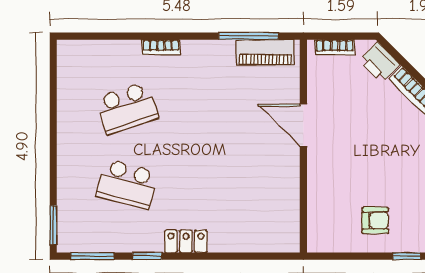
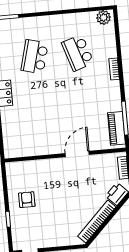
plant: (69, 57) -> (104, 17), added
armchair: (375, 220) -> (27, 200), turned 180

